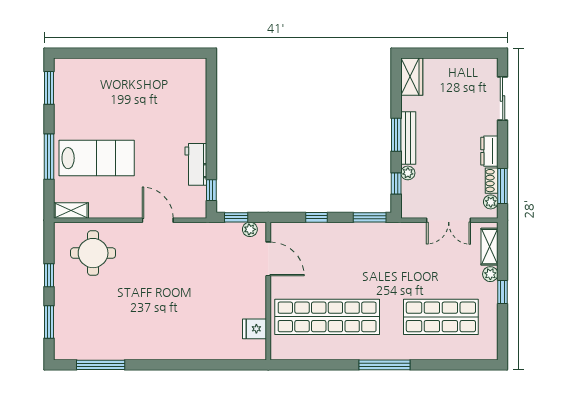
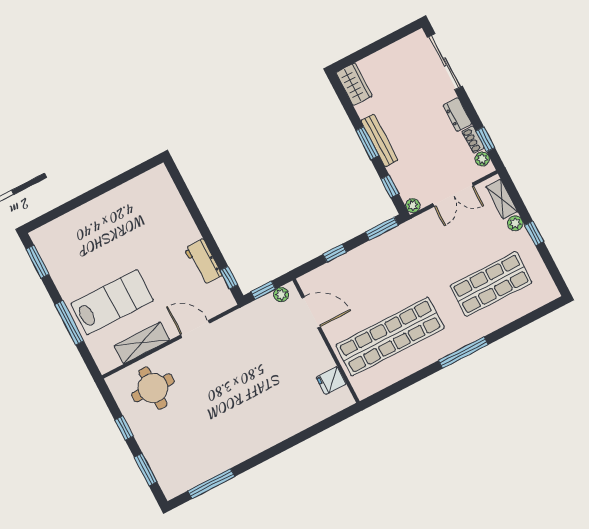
sliding door: (503, 99) -> (445, 62), width x1.37
plant: (408, 173) -> (413, 206), moved
window: (503, 186) -> (485, 139), width x0.67
shelving: (71, 211) -> (142, 343), moved, width x1.50, depth x1.33

